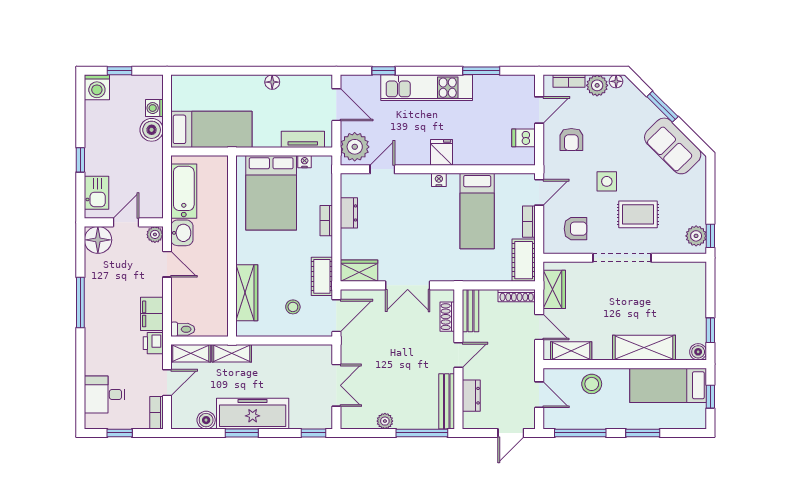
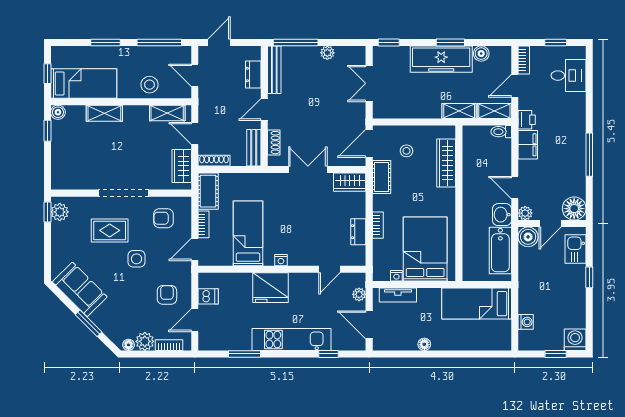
boiler: (152, 130) -> (528, 237), moved
plant: (355, 147) -> (359, 294), width x0.53, depth x0.53
fridge: (441, 152) -> (270, 288), width x1.88, depth x1.34
shelving: (644, 348) -> (104, 113), width x0.67, depth x0.75

